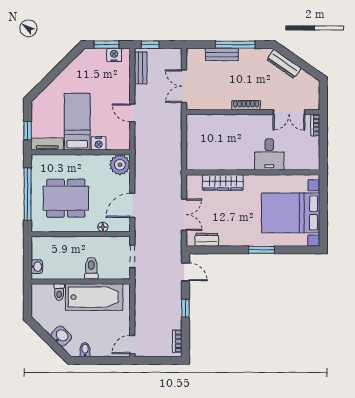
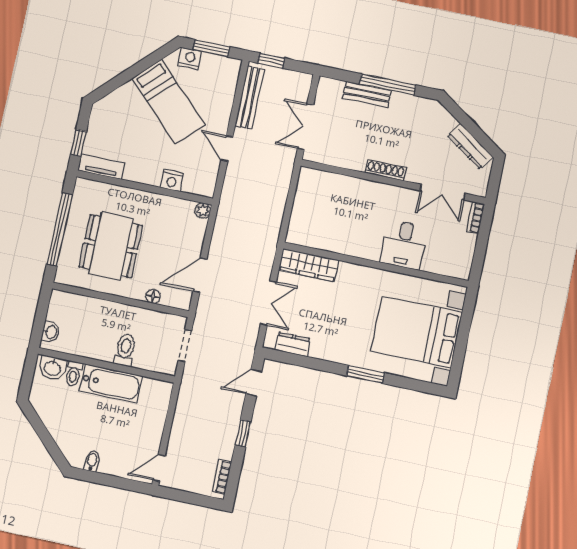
nightstand: (114, 55) -> (190, 58), moved
dresser: (284, 64) -> (470, 146), moved
bench: (141, 68) -> (250, 98), width x1.36
bed: (77, 122) -> (168, 102), moved, turned 135
plant: (120, 165) -> (203, 211), width x0.53, depth x0.53
wardrobe: (223, 182) -> (309, 265), moved
dining table: (66, 198) -> (111, 246), turned 90
door: (185, 272) -> (254, 383), swing flipped
bathtub: (94, 297) -> (111, 384), width x0.73, depth x0.73
washbasin: (61, 336) -> (53, 368), moved, turned 135

